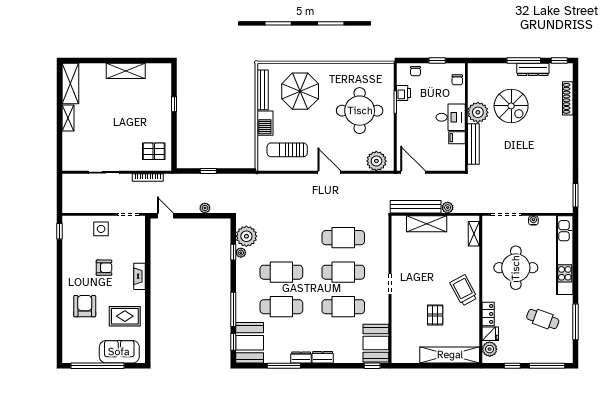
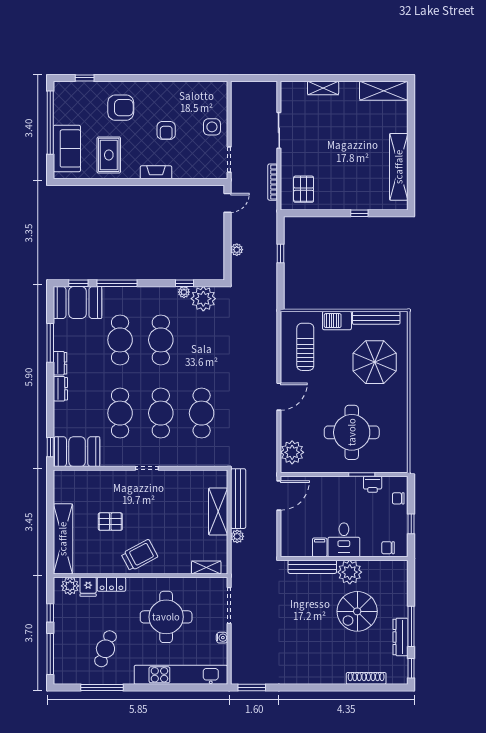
shelving: (126, 71) -> (399, 167), width x1.47
shelving: (68, 118) -> (323, 88), moved
window: (60, 231) -> (85, 78), moved

